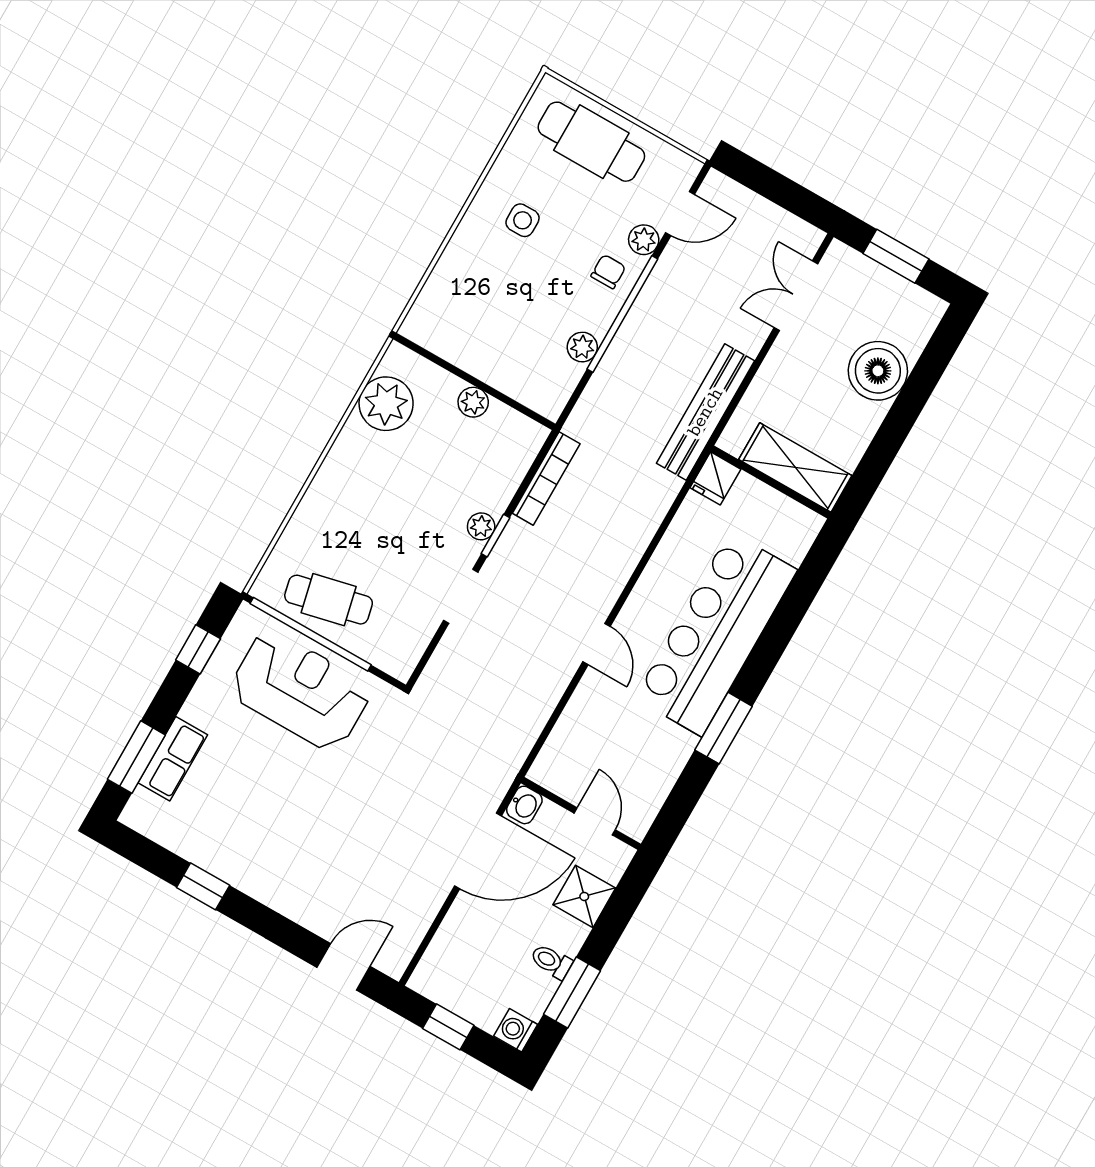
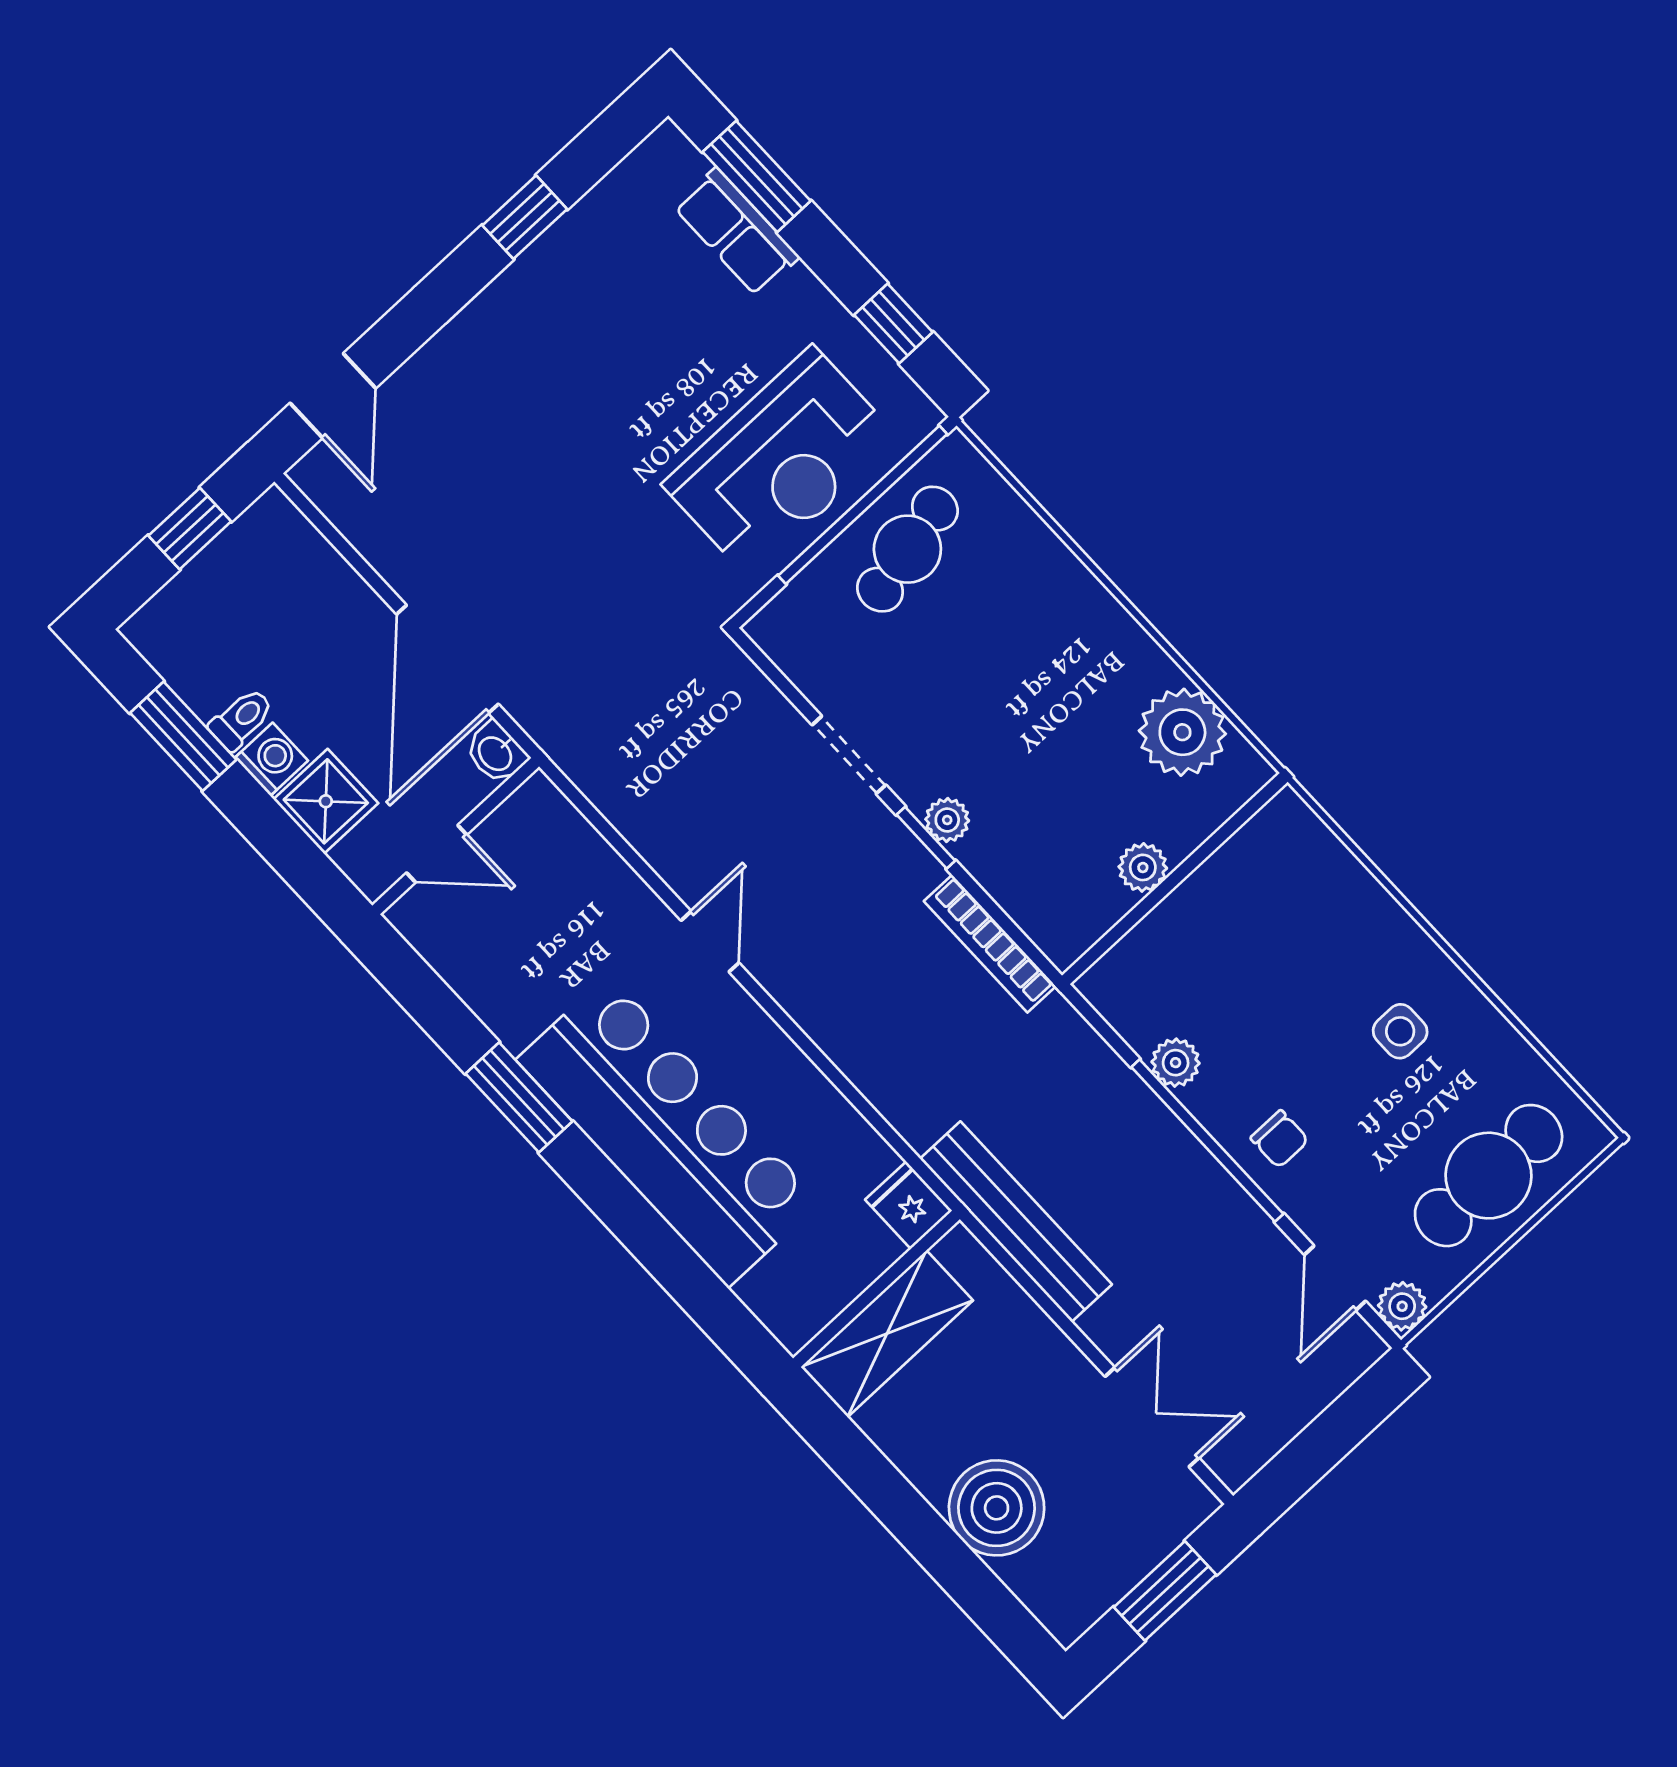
plant: (644, 240) -> (1402, 1306), moved
door: (596, 644) -> (710, 942), swing flipped
washing machine: (516, 1030) -> (271, 759), moved

